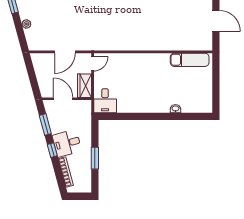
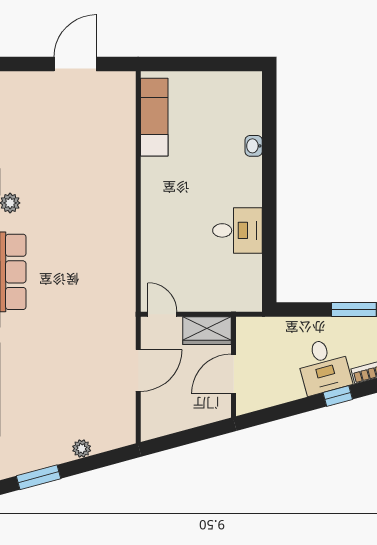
door: (65, 52) -> (138, 370), hinge flipped
desk: (105, 101) -> (237, 230), moved
window: (45, 125) -> (286, 410), removed

